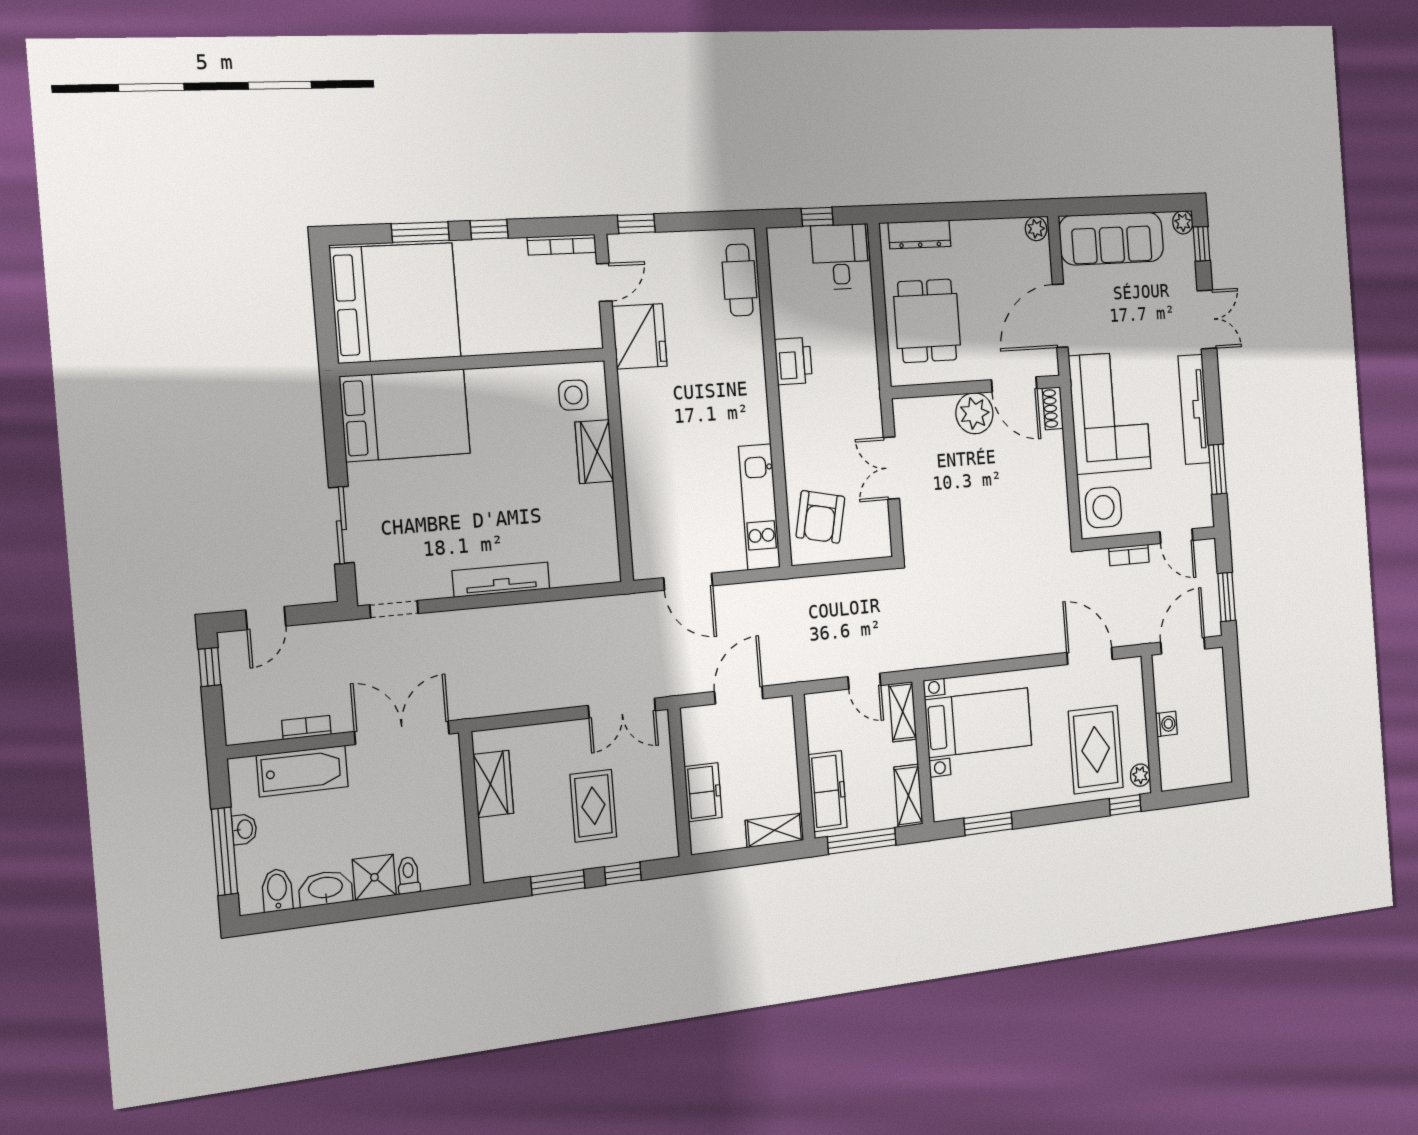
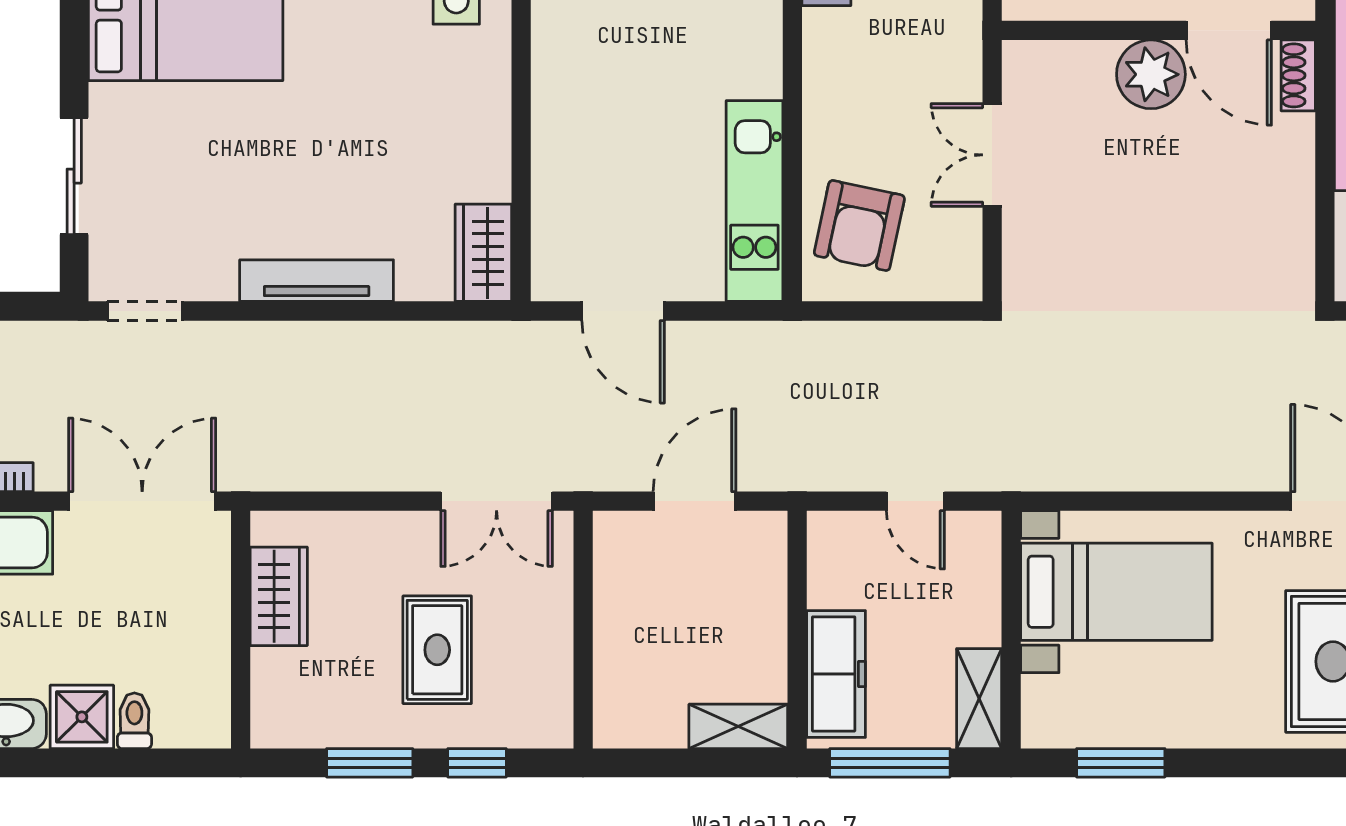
wardrobe: (594, 452) -> (483, 253), moved
shelving: (903, 712) -> (980, 559), removed
freezer: (703, 792) -> (621, 650), removed

